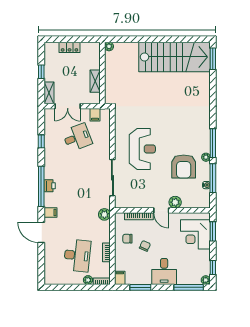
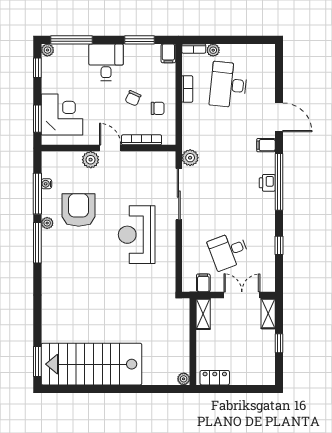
locker: (70, 47) -> (215, 378), moved
shelving: (95, 81) -> (203, 314), moved
plant: (104, 214) -> (190, 158), moved

